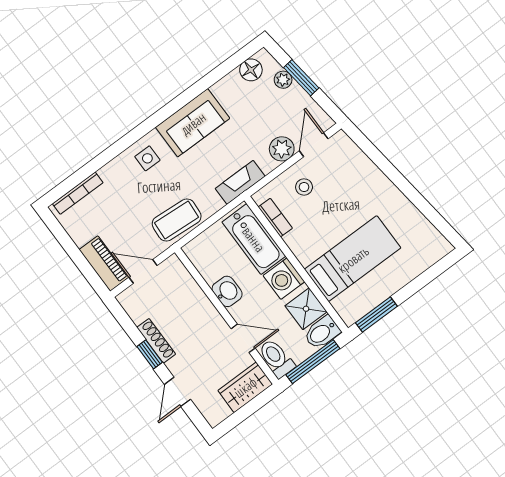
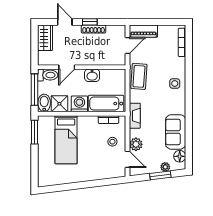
sofa: (193, 123) -> (176, 132), moved
wardrobe: (245, 387) -> (45, 38), moved

